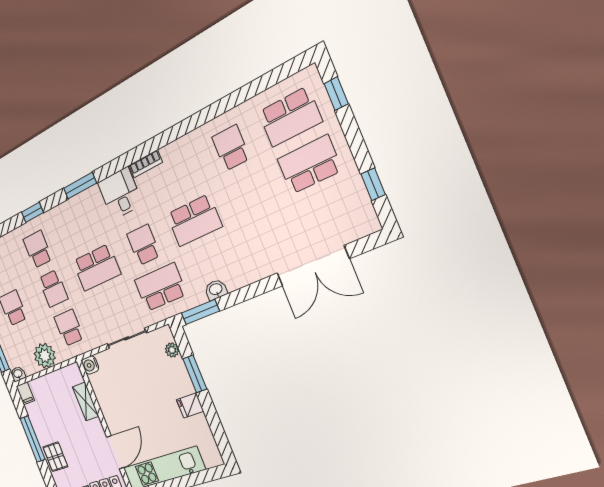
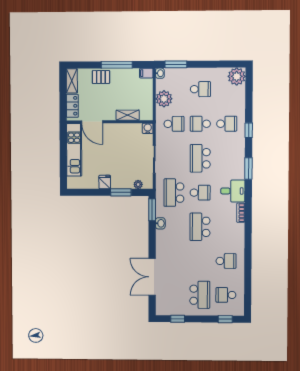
school desk: (290, 117) -> (226, 295), width x0.54
school desk: (160, 287) -> (174, 193), turned 180

